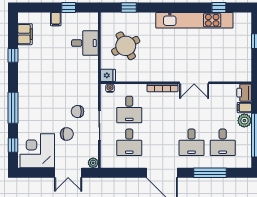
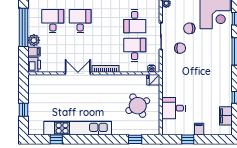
desk: (129, 142) -> (135, 21), turned 180

